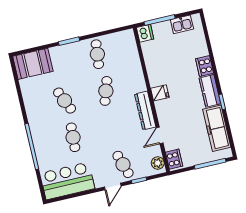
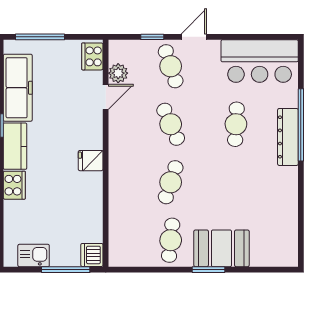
booth: (33, 64) -> (221, 248), moved
cafe table: (65, 101) -> (171, 124), moved
dresser: (145, 110) -> (288, 137), moved, turned 180
plant: (158, 163) -> (118, 73), moved

